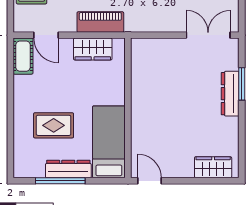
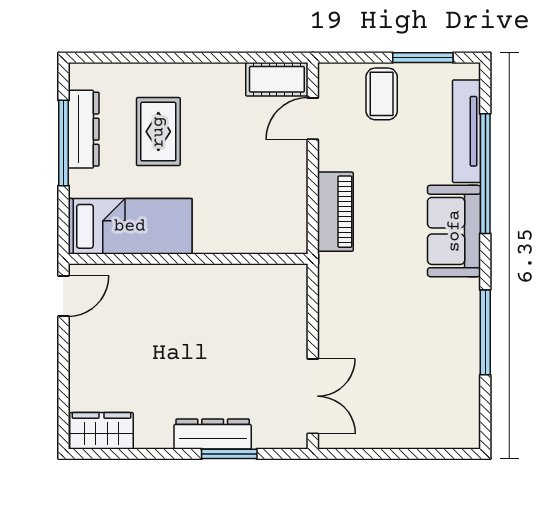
wardrobe: (93, 49) -> (289, 199), removed
wardrobe: (213, 167) -> (102, 431), moved, turned -90
dresser: (68, 169) -> (84, 129), moved

